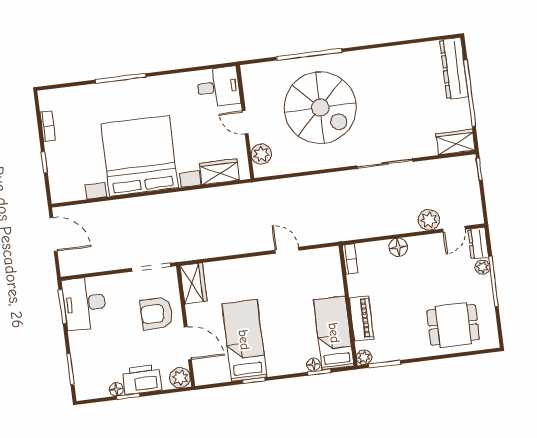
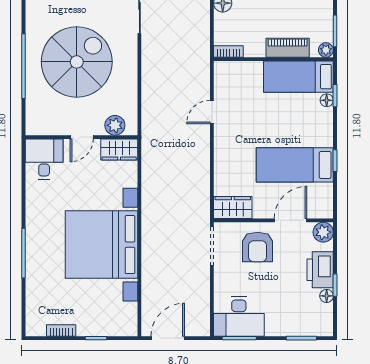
wardrobe: (220, 172) -> (119, 150), moved, turned -90

